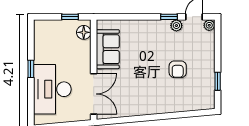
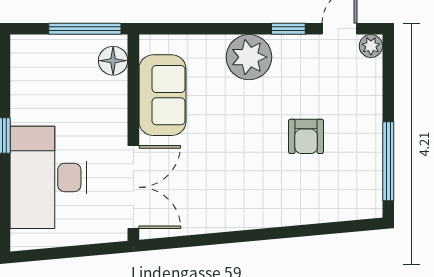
window: (70, 17) -> (85, 29), width x2.17
plant: (176, 26) -> (249, 57), moved, width x1.87, depth x1.87
window: (218, 81) -> (388, 161), width x2.17

